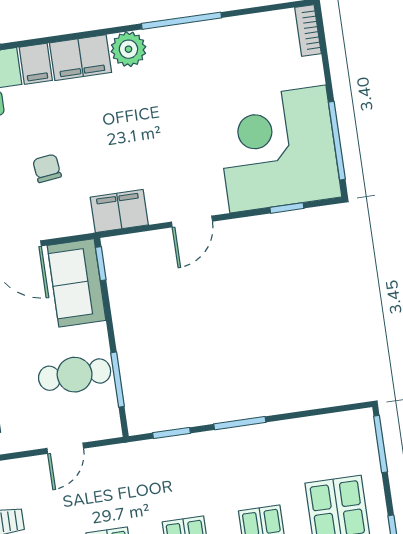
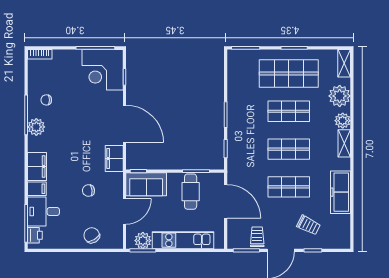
plant: (128, 49) -> (36, 127), moved
chair: (217, 57) -> (46, 100), added
corner desk: (278, 149) -> (103, 70), width x0.74, depth x0.74
door: (192, 222) -> (124, 124), width x1.88
door: (65, 448) -> (226, 201), width x1.87

